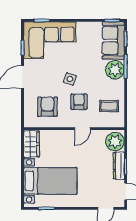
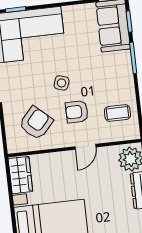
plant: (115, 70) -> (120, 64), removed
armchair: (79, 102) -> (77, 112), turned -90
armchair: (48, 107) -> (36, 123), turned 42

